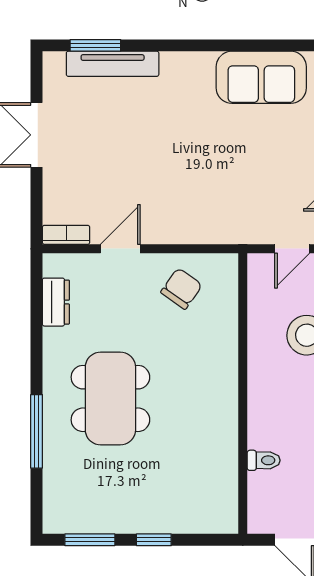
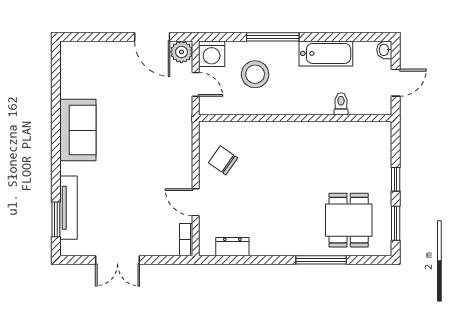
sofa: (261, 77) -> (78, 130), moved
dining table: (110, 398) -> (349, 220), moved, width x0.73

